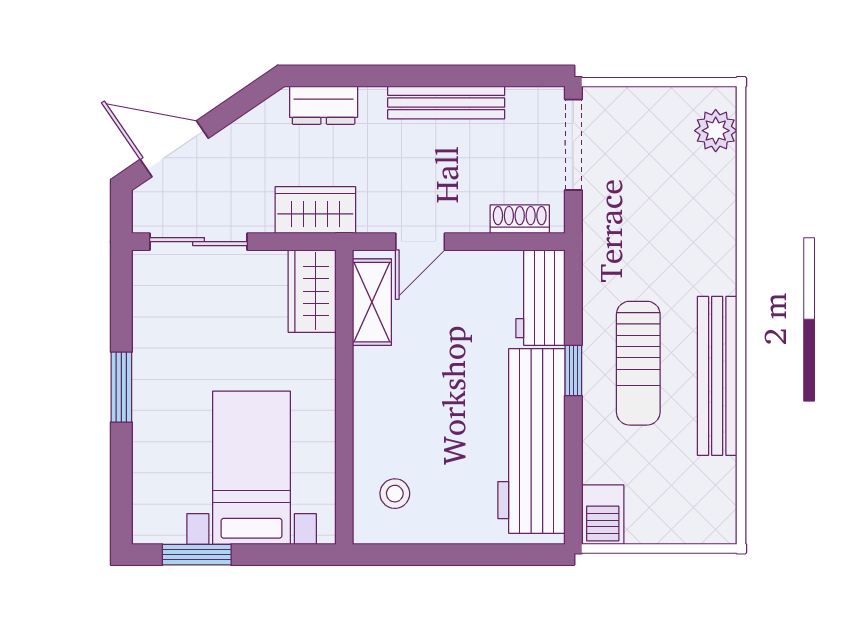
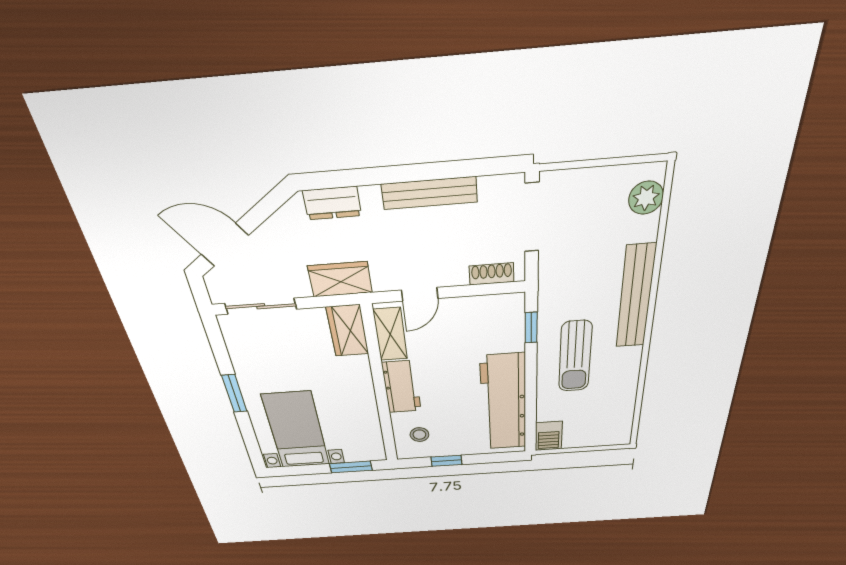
workbench: (540, 298) -> (402, 387), moved, turned 180
window: (573, 371) -> (531, 328), moved
bench: (717, 376) -> (636, 297), moved
bed with nightstands: (252, 468) -> (296, 430), moved
window: (197, 555) -> (351, 467), moved
window: (434, 555) -> (446, 461), added

